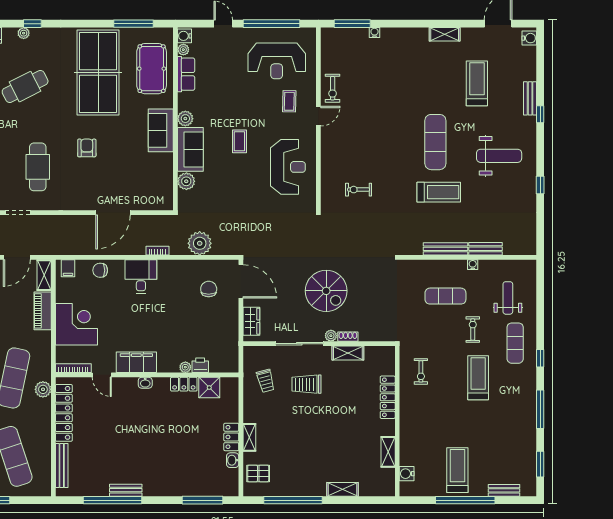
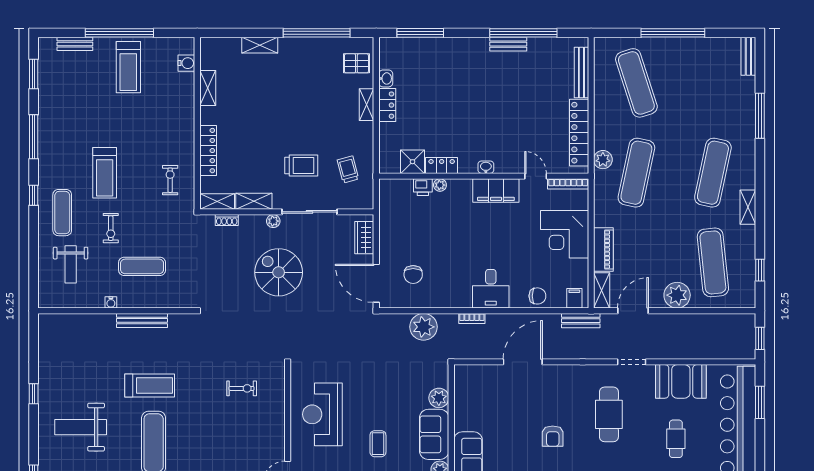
treadmill: (439, 192) -> (150, 385), turned 180
bench: (485, 249) -> (581, 321), moved
shoe rack: (348, 337) -> (227, 220), moved
shelving: (380, 353) -> (217, 202), added

